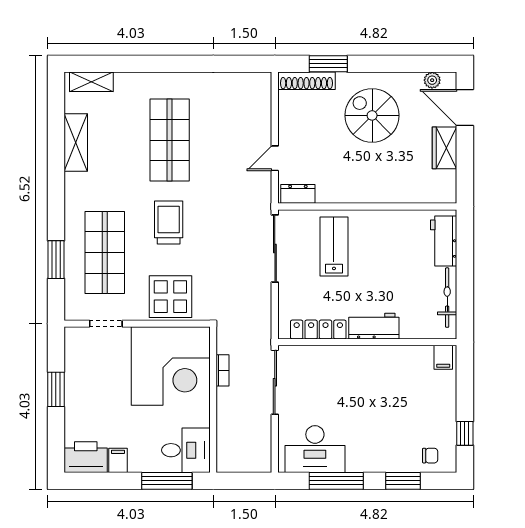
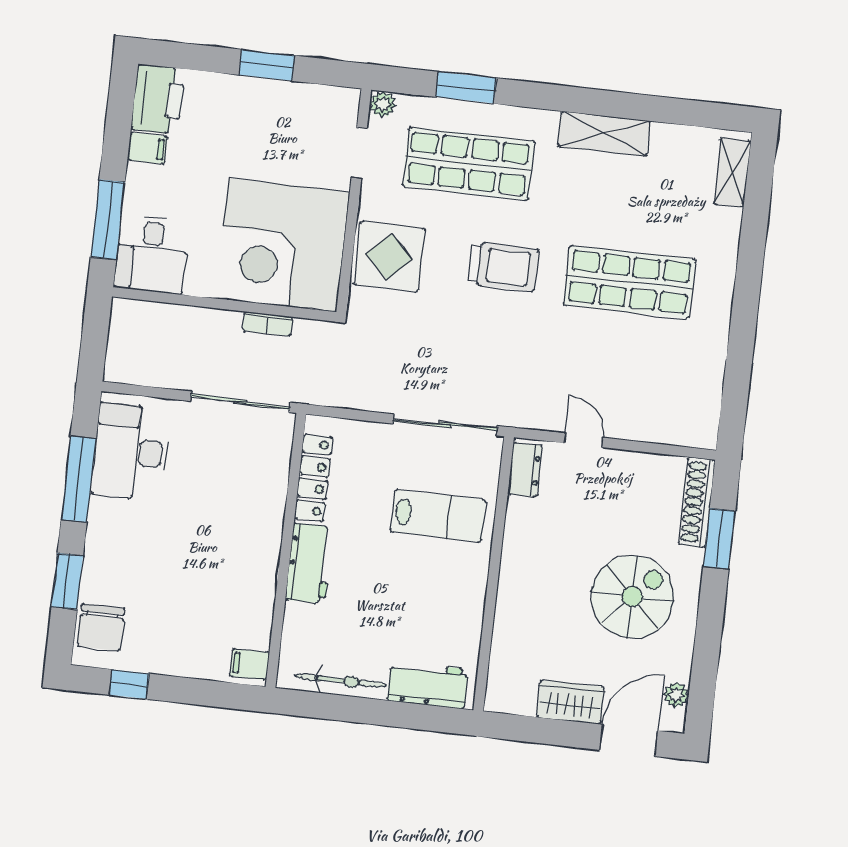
shelving: (76, 143) -> (604, 134), moved
plant: (73, 312) -> (383, 104), added
chair: (430, 456) -> (101, 627), width x1.87, depth x1.87

